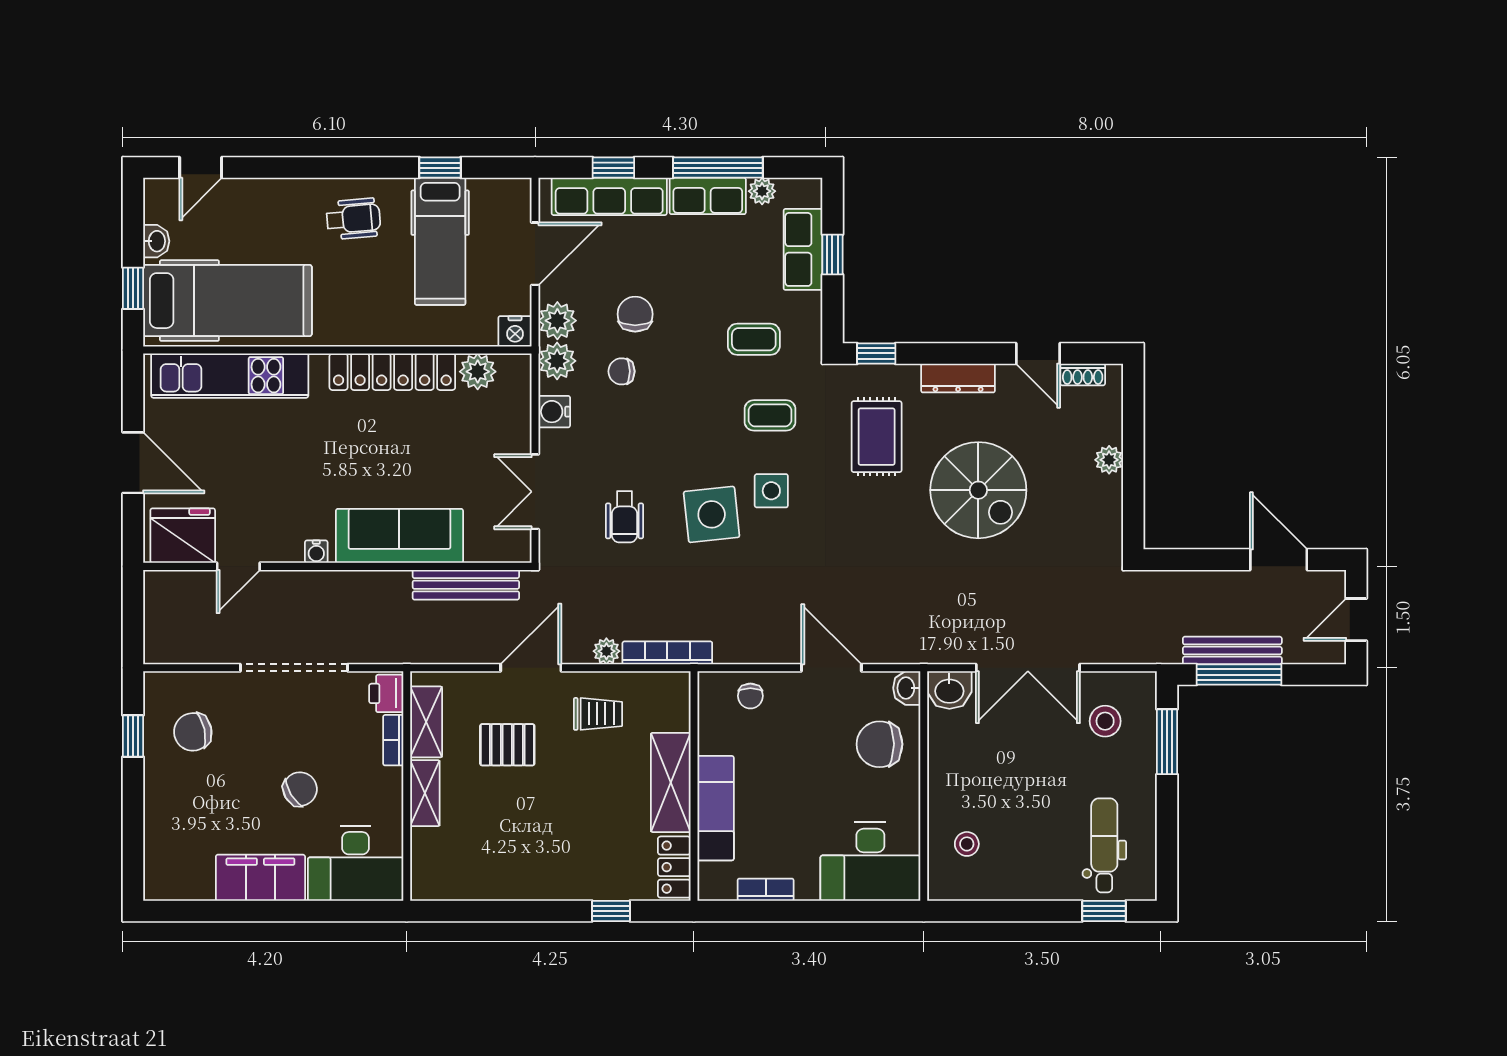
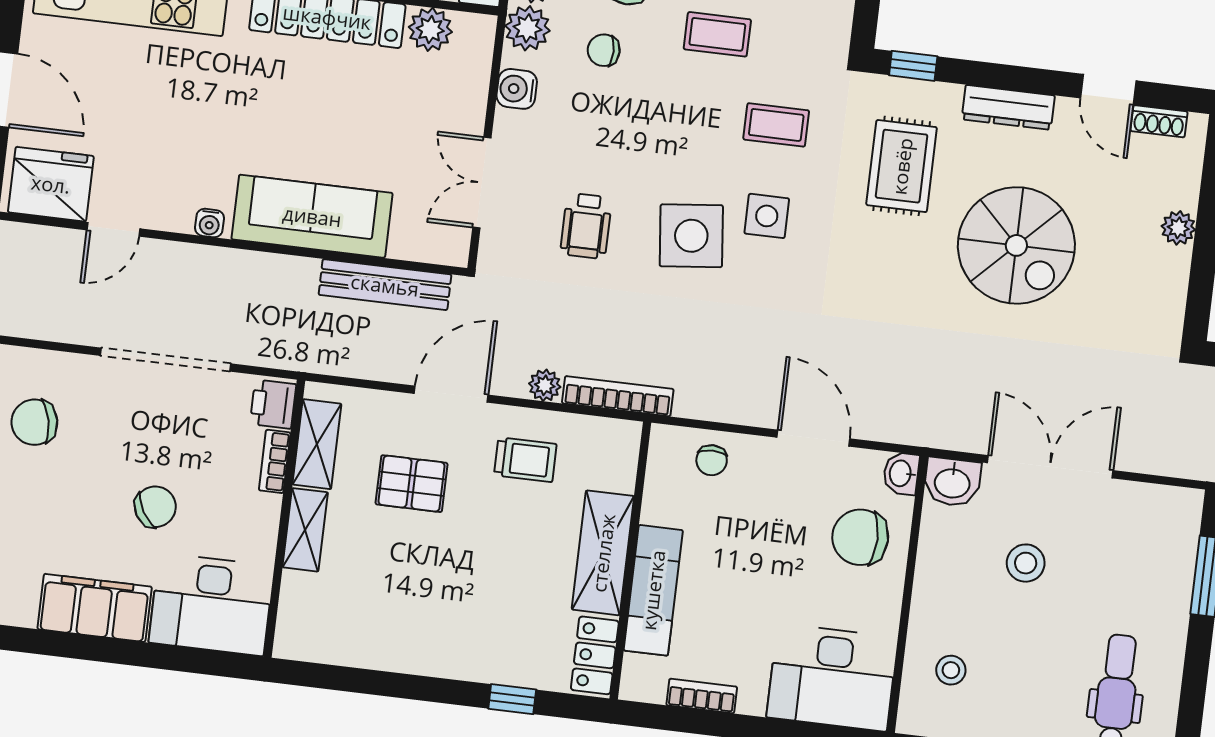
coffee table: (754, 339) -> (717, 34), moved
double door: (1028, 668) -> (1050, 467), swing flipped
stool: (1105, 721) -> (1026, 563), moved

